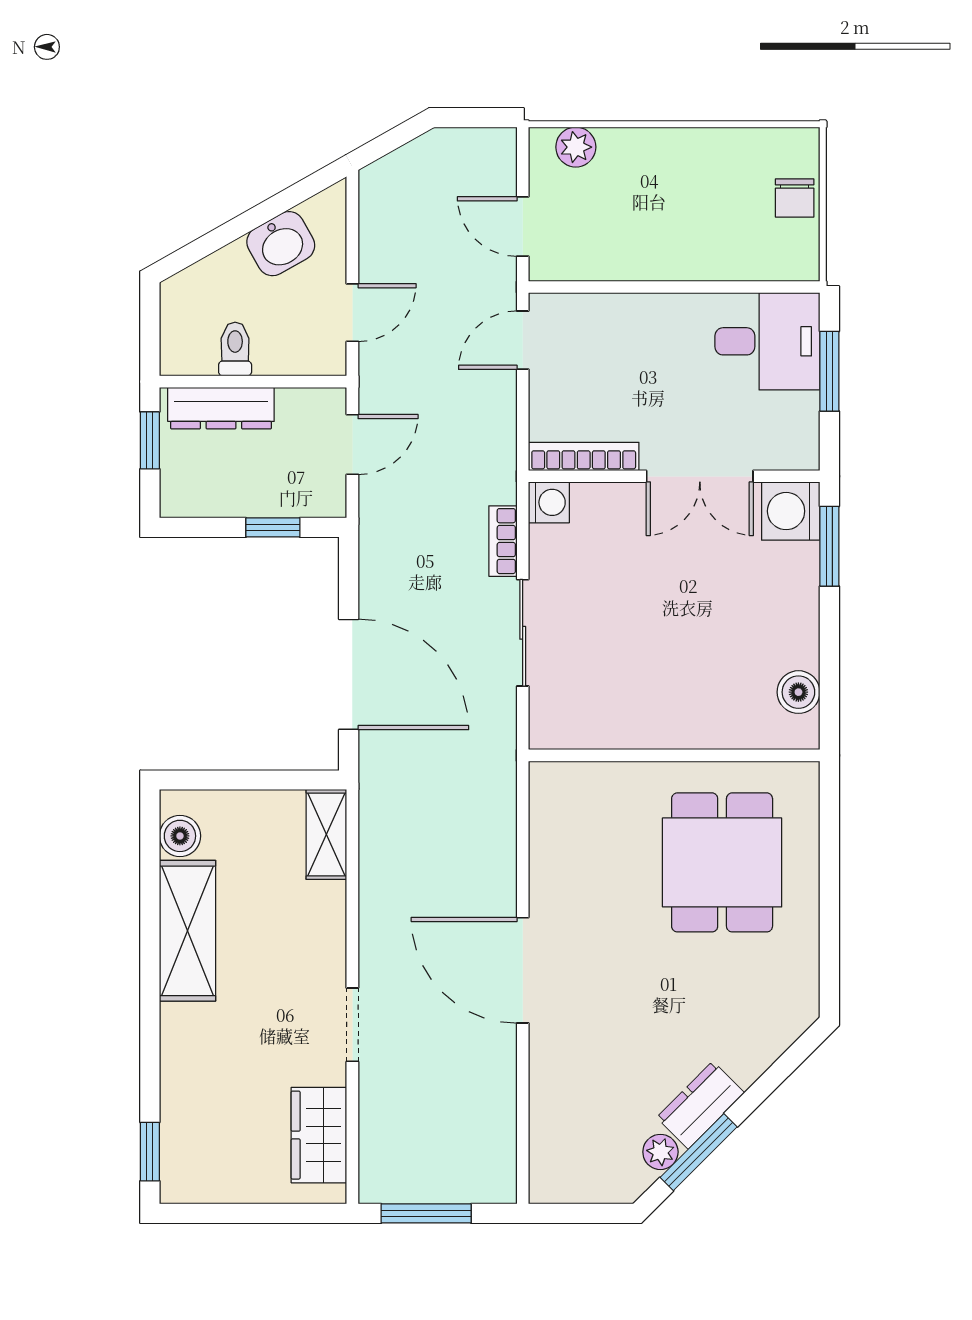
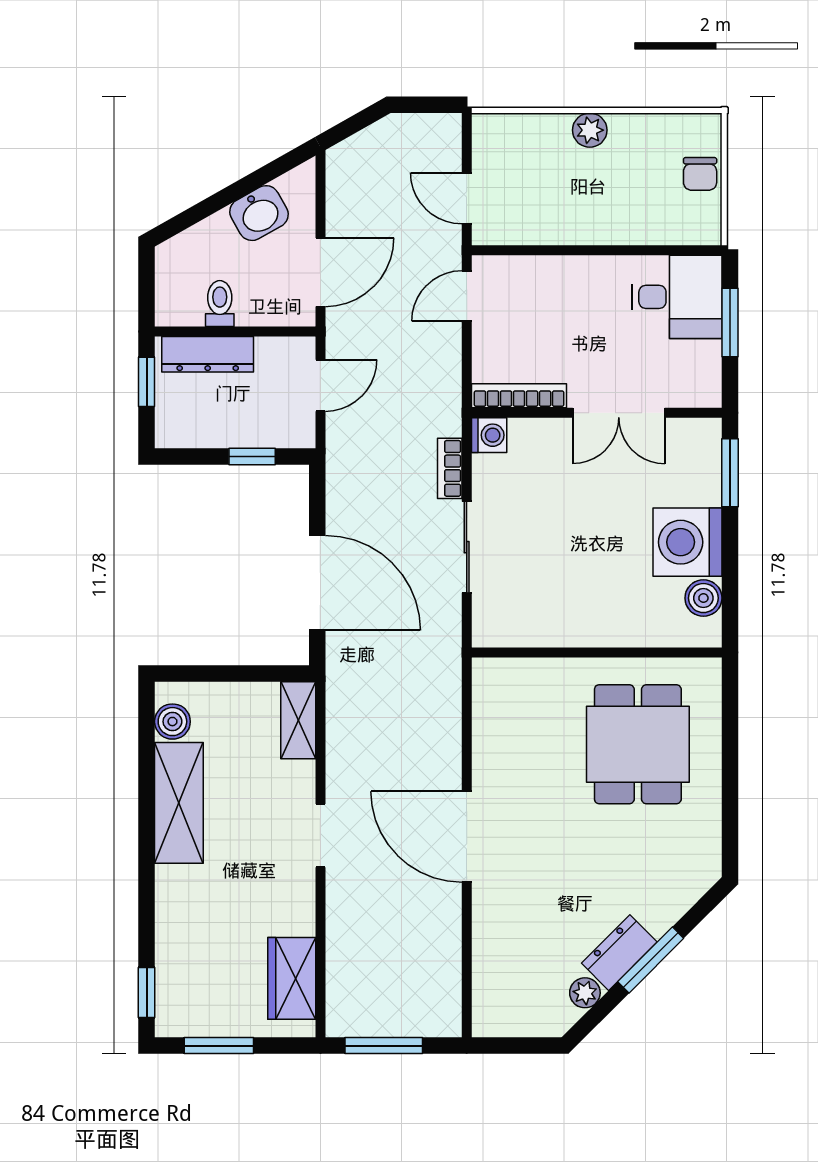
plant: (576, 147) -> (590, 130), moved
door: (352, 313) -> (320, 272), width x1.38
washing machine: (791, 511) -> (687, 542), moved, width x1.37, depth x1.37
doorway: (352, 1025) -> (320, 836), moved
window: (699, 1152) -> (651, 960), moved
window: (234, 1213) -> (219, 1046), added

